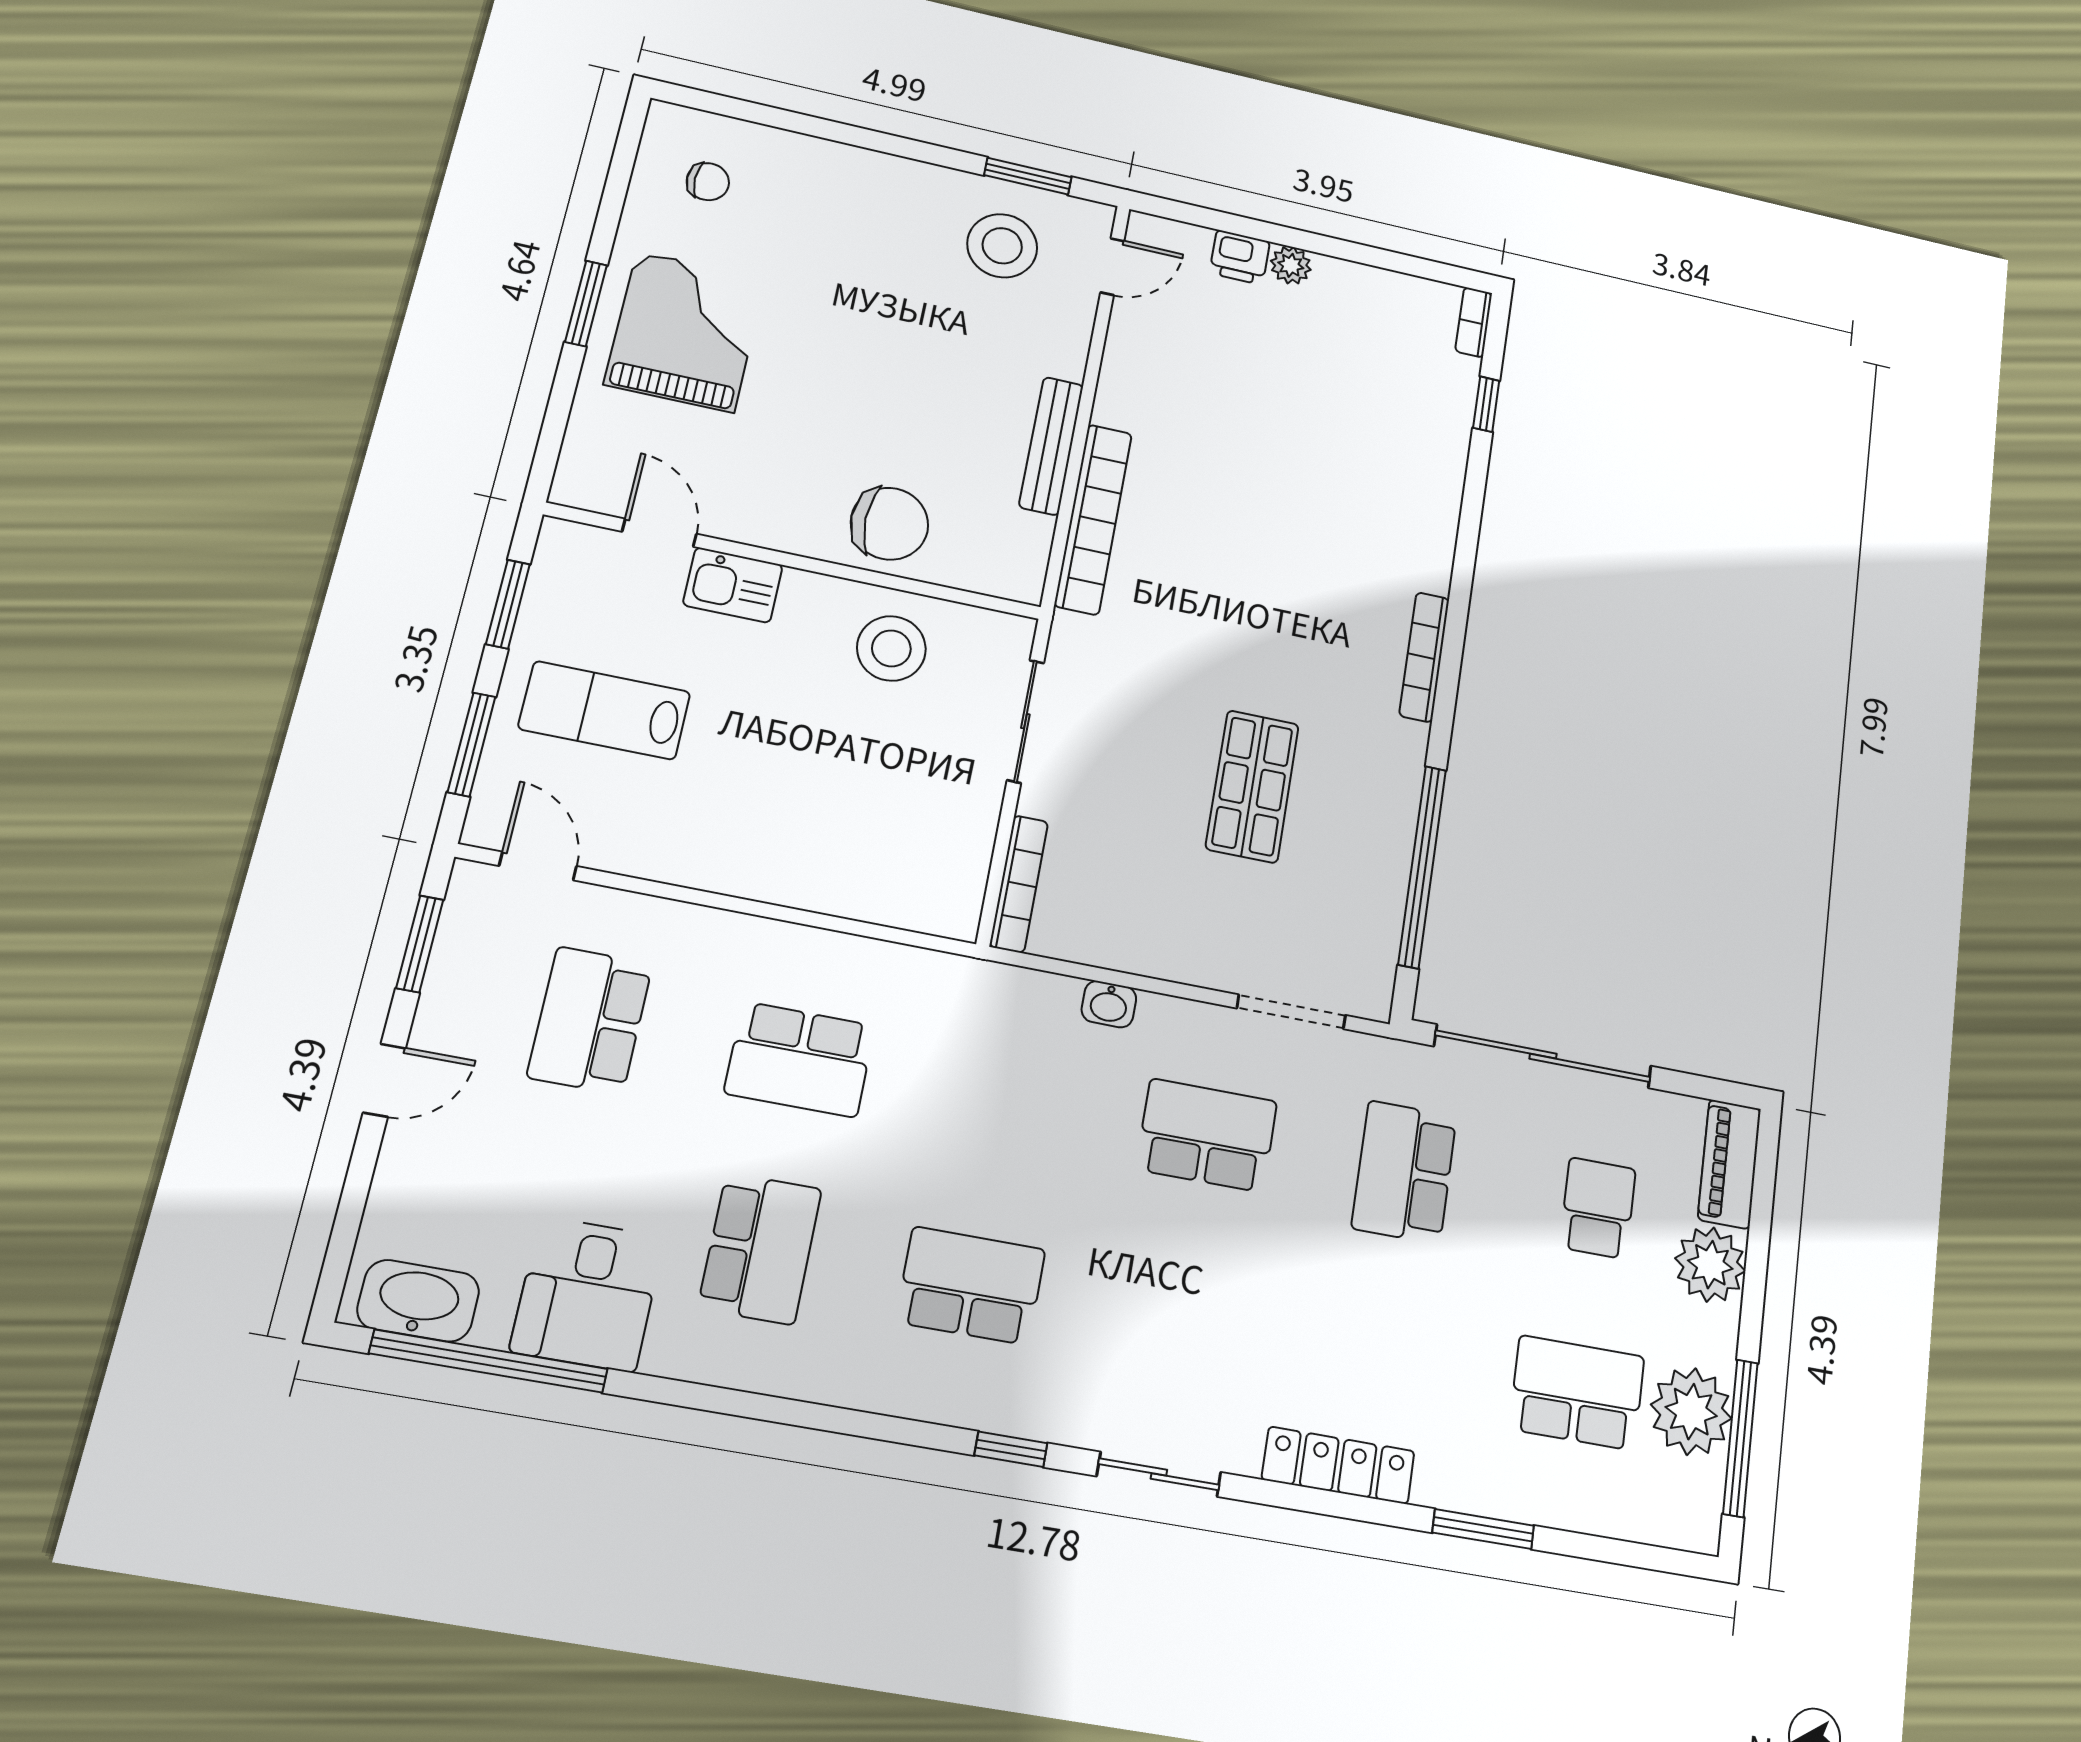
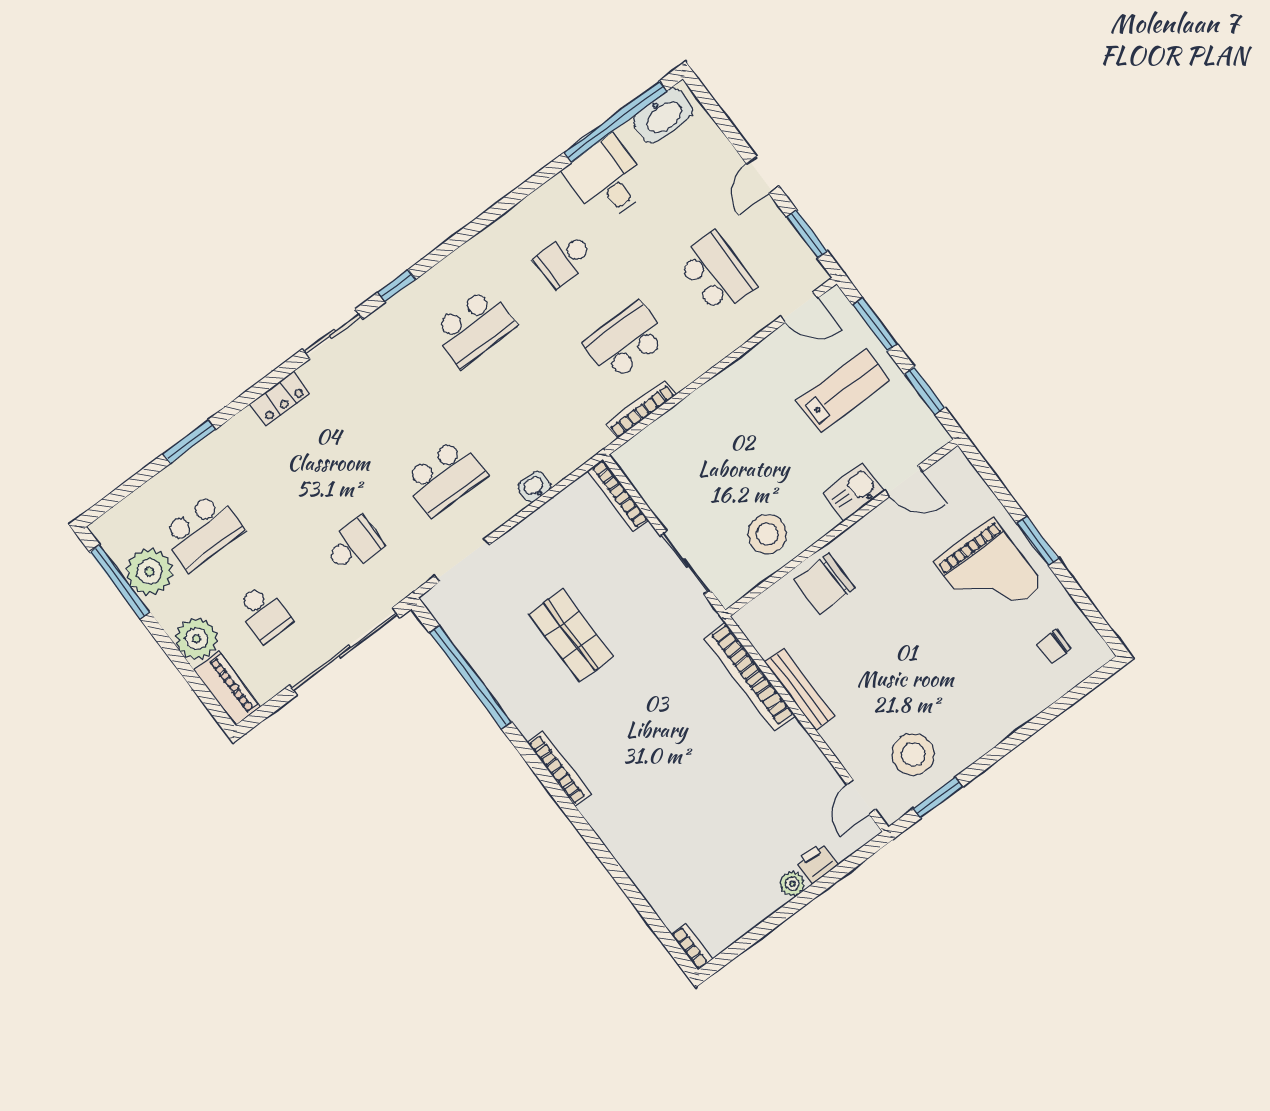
window: (1486, 404) -> (648, 914), removed
bookcase: (876, 955) -> (641, 410), added
school desk: (1404, 1172) -> (354, 545), width x0.54
school desk: (760, 1248) -> (564, 259), width x0.54
locker: (1338, 1465) -> (280, 399), width x0.66

